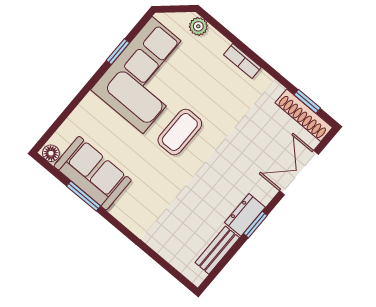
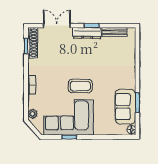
double door: (299, 173) -> (57, 26), swing flipped
dresser: (245, 215) -> (87, 33), width x1.44

